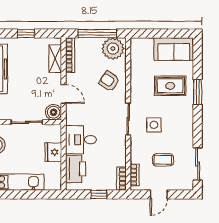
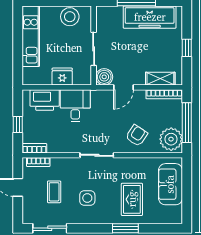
sofa: (174, 49) -> (170, 184), moved
side table: (154, 125) -> (87, 198), moved

